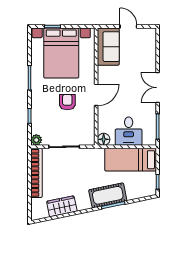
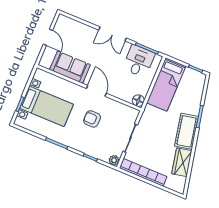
door: (128, 26) -> (48, 37), swing flipped
sofa: (108, 47) -> (70, 67), moved
bed with nightstands: (61, 53) -> (47, 106), width x0.73
desk: (129, 131) -> (139, 61), moved, turned -90
cot: (108, 195) -> (187, 131), moved

